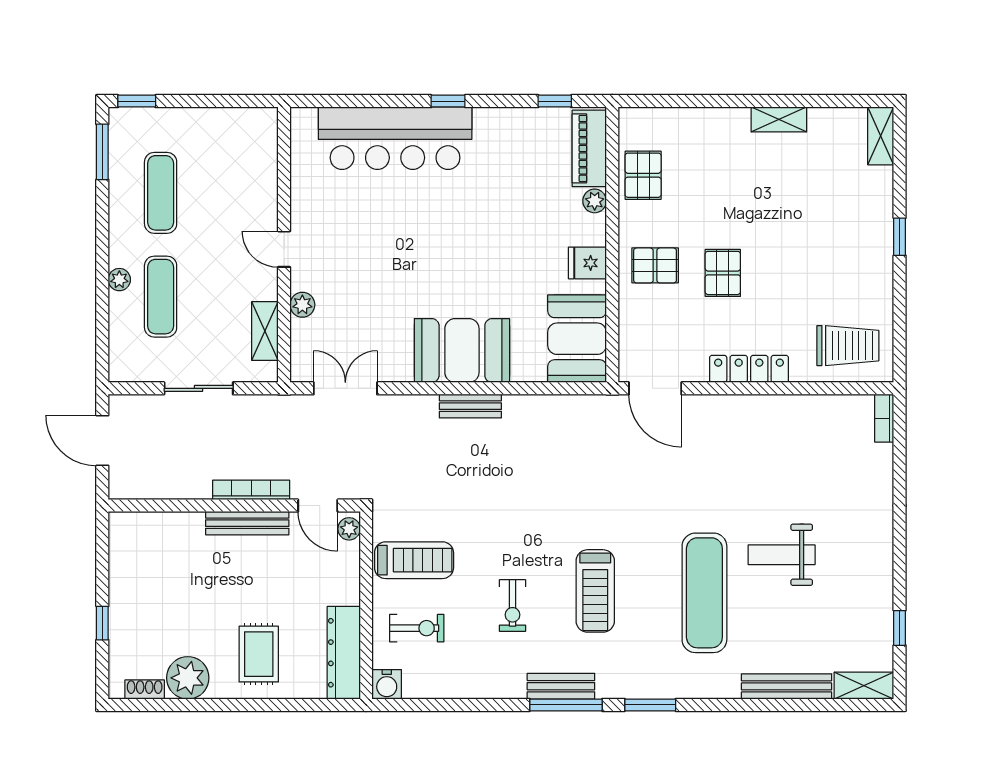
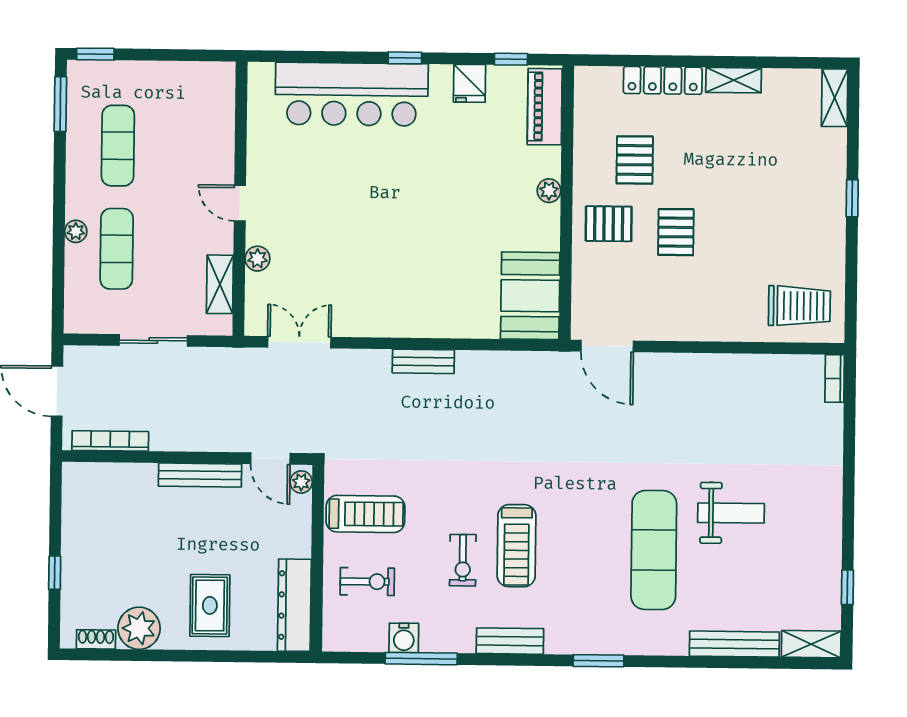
pallet: (643, 175) -> (635, 160), moved
plant: (595, 201) -> (549, 191), moved
fridge: (587, 263) -> (469, 83), moved, turned -90
booth: (462, 351) -> (416, 306), removed
locker: (749, 369) -> (663, 80), moved, turned 180
bookcase: (251, 490) -> (110, 441), moved
weight bench: (782, 555) -> (731, 513), turned 180
treadmill: (595, 591) -> (516, 546), moved
water cooler: (387, 684) -> (404, 638), moved
window: (566, 705) -> (421, 659), moved

